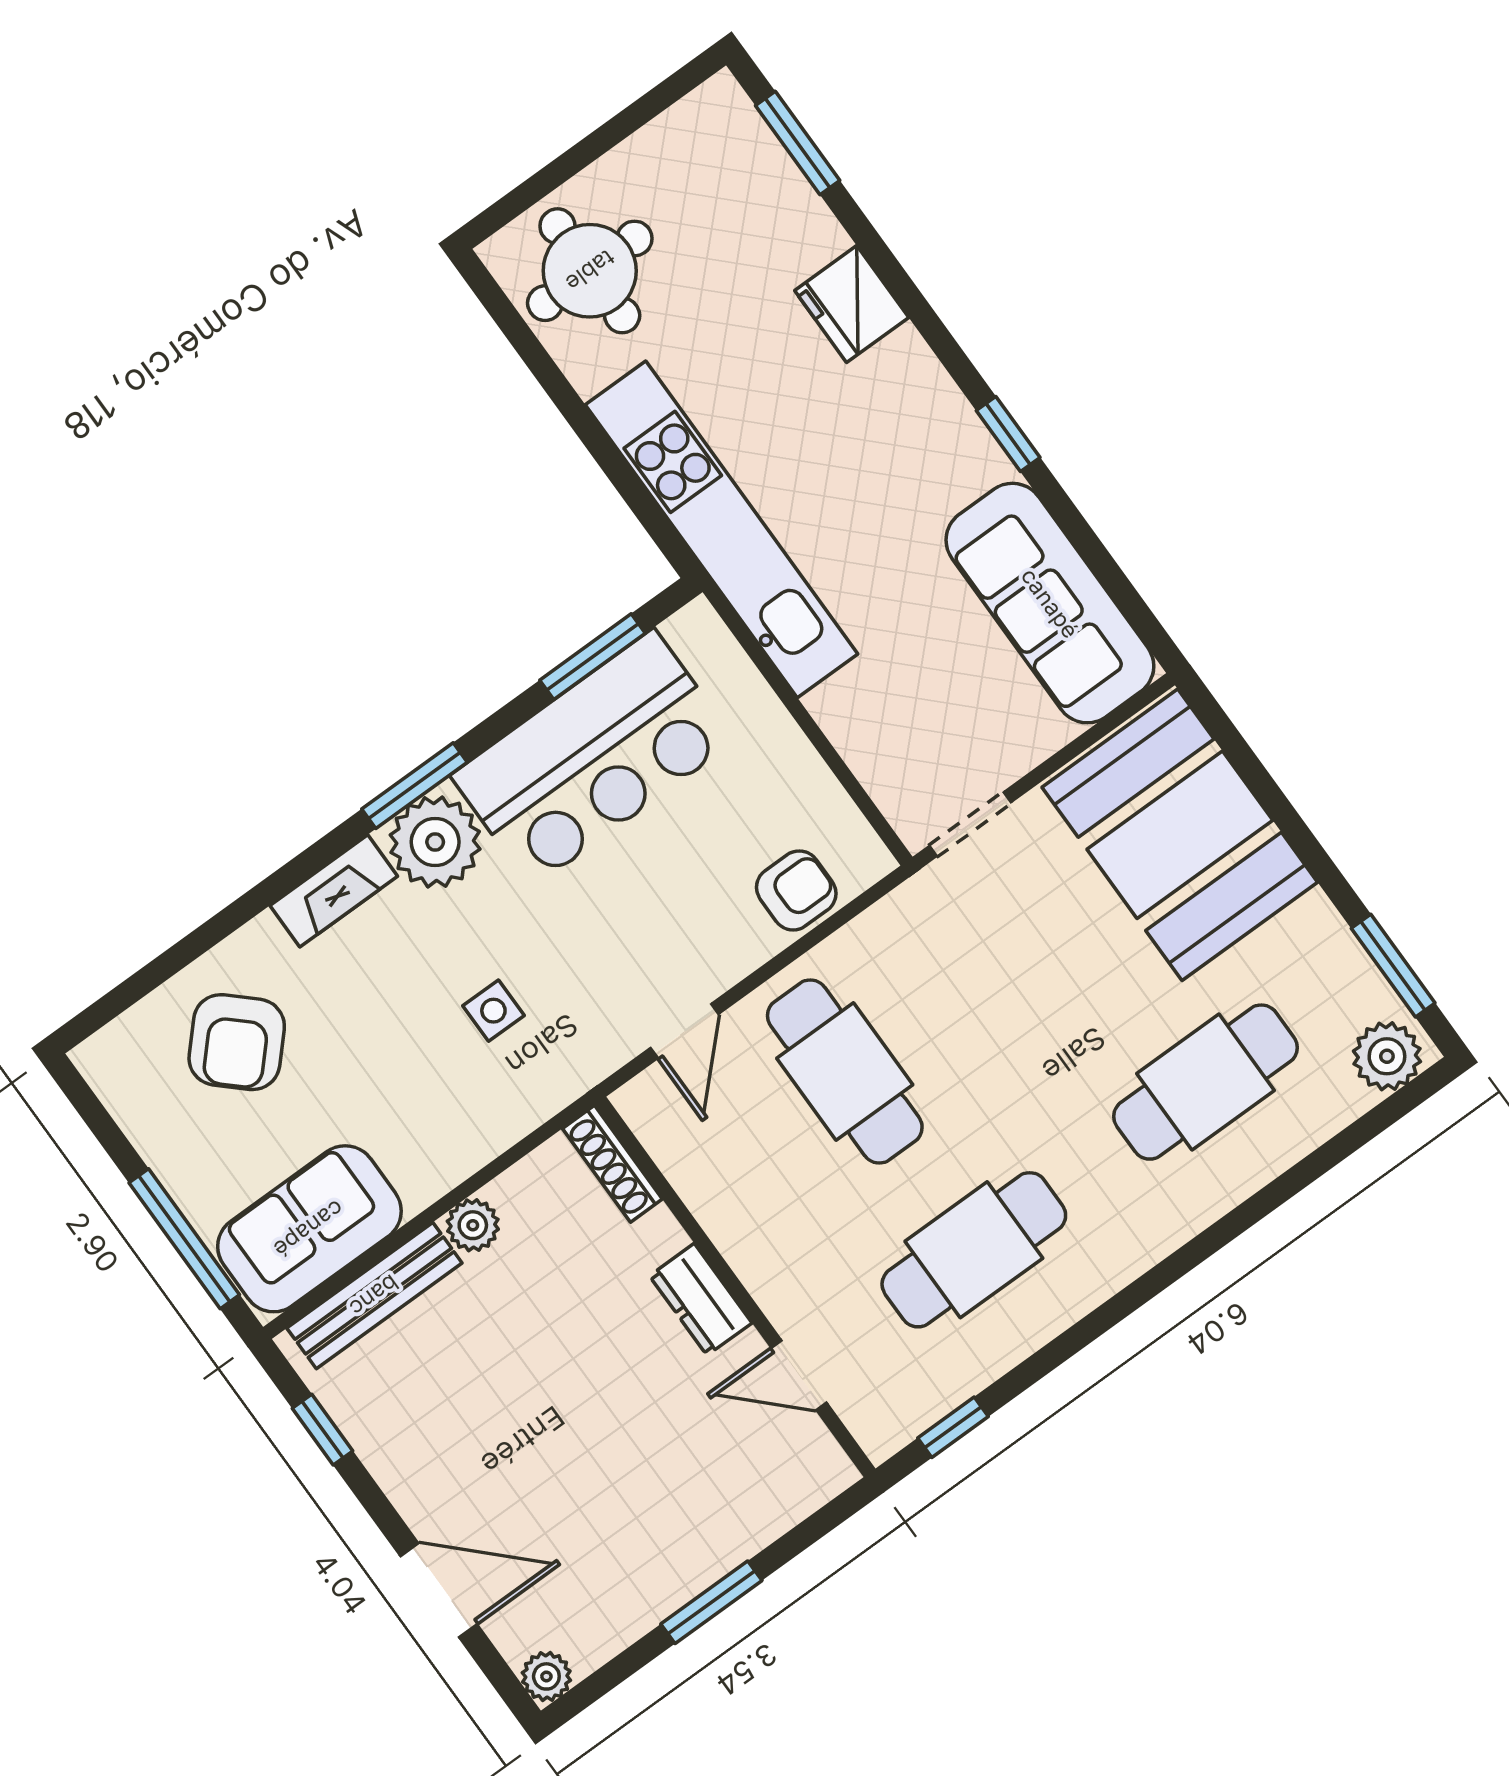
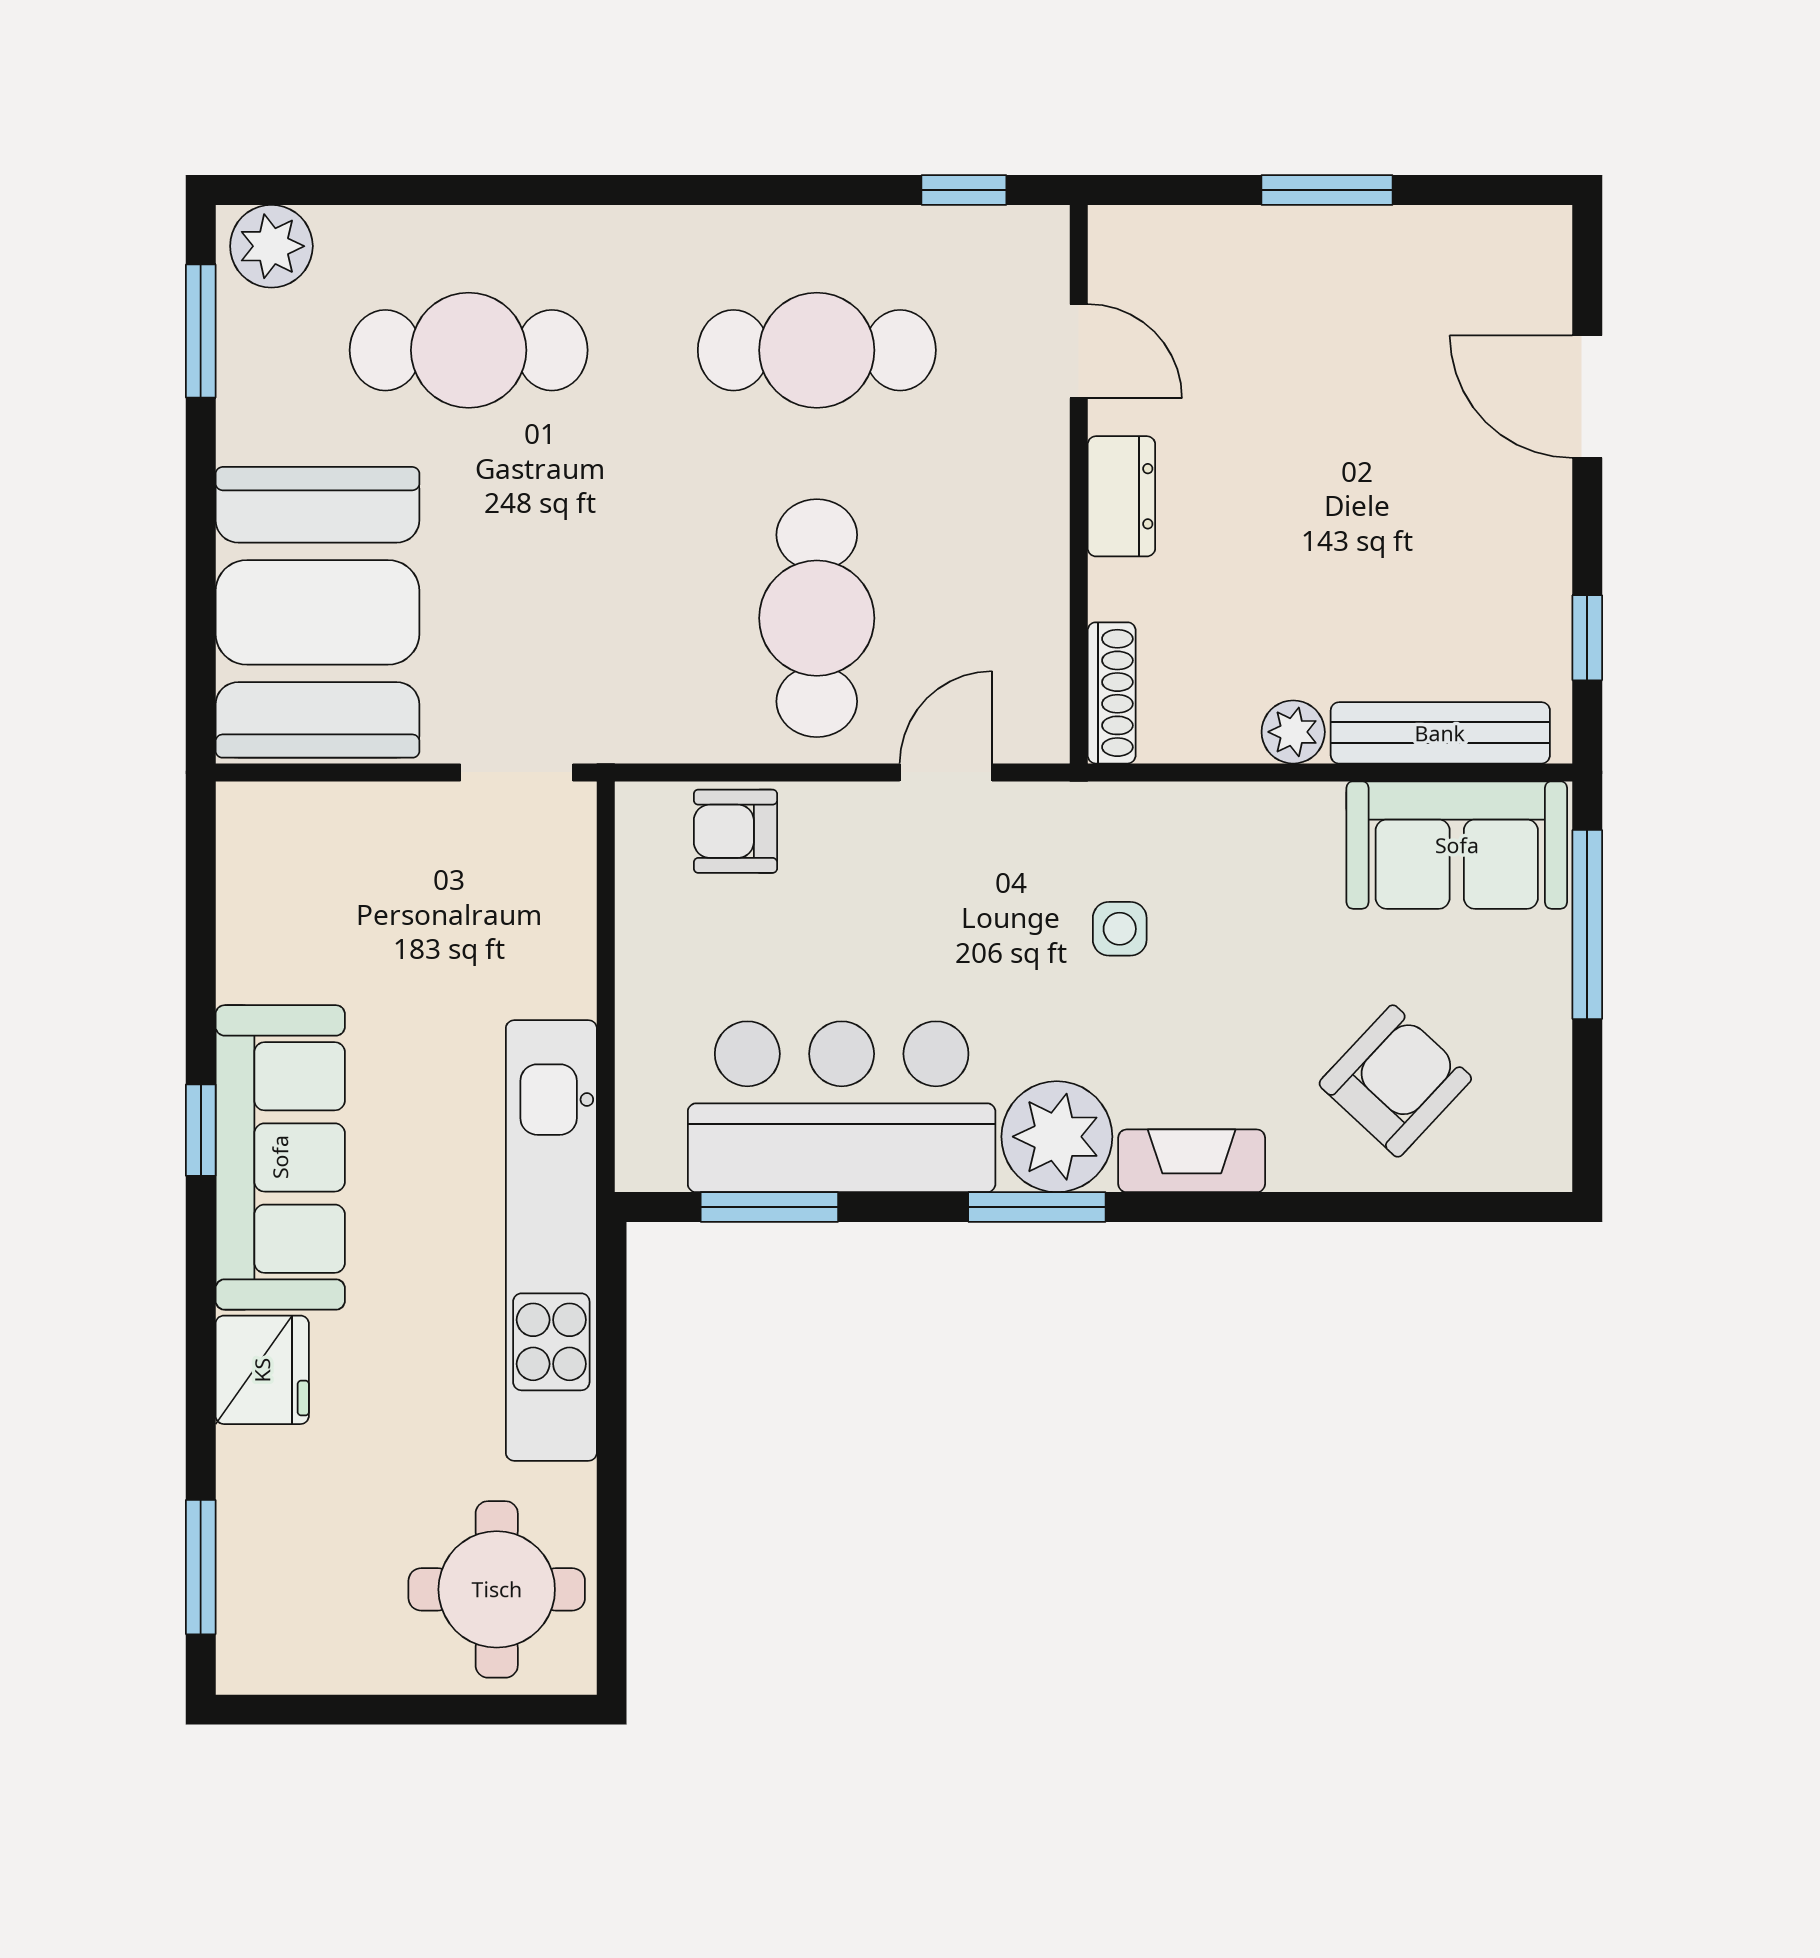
sofa: (1050, 603) -> (280, 1157), moved
plant: (546, 1676) -> (1543, 235), removed

